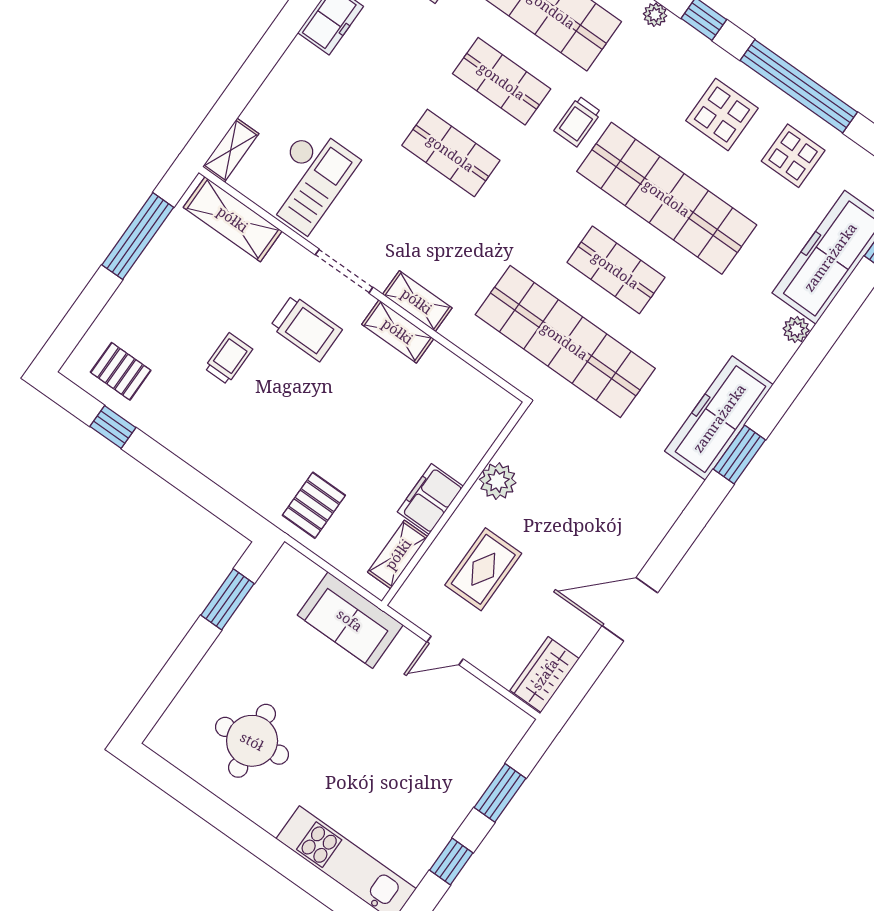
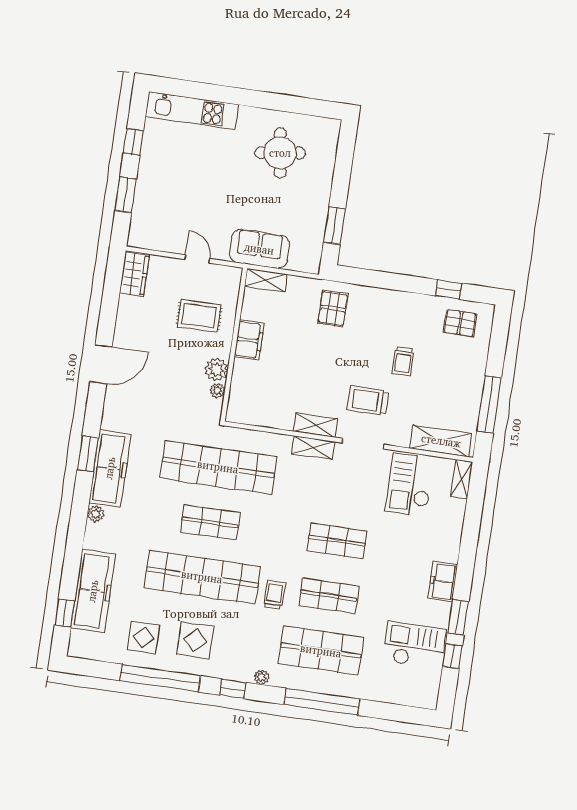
plant: (796, 330) -> (96, 514), moved
plant: (511, 450) -> (217, 391), added
pallet: (314, 505) -> (333, 308), moved
shelving: (398, 554) -> (266, 280), moved, turned 90
rug: (483, 569) -> (199, 316), turned 90
door: (630, 609) -> (101, 364), moved
door: (445, 651) -> (197, 259), hinge flipped

